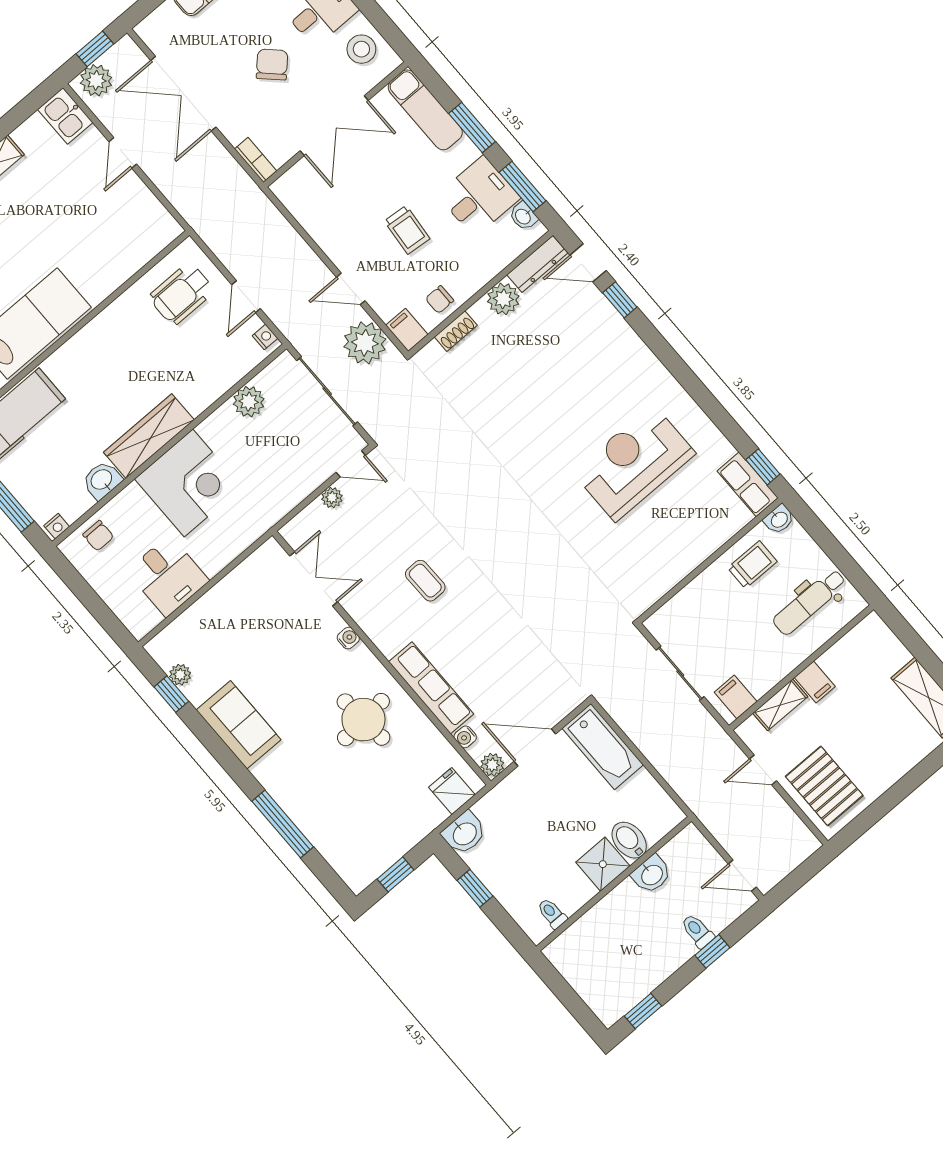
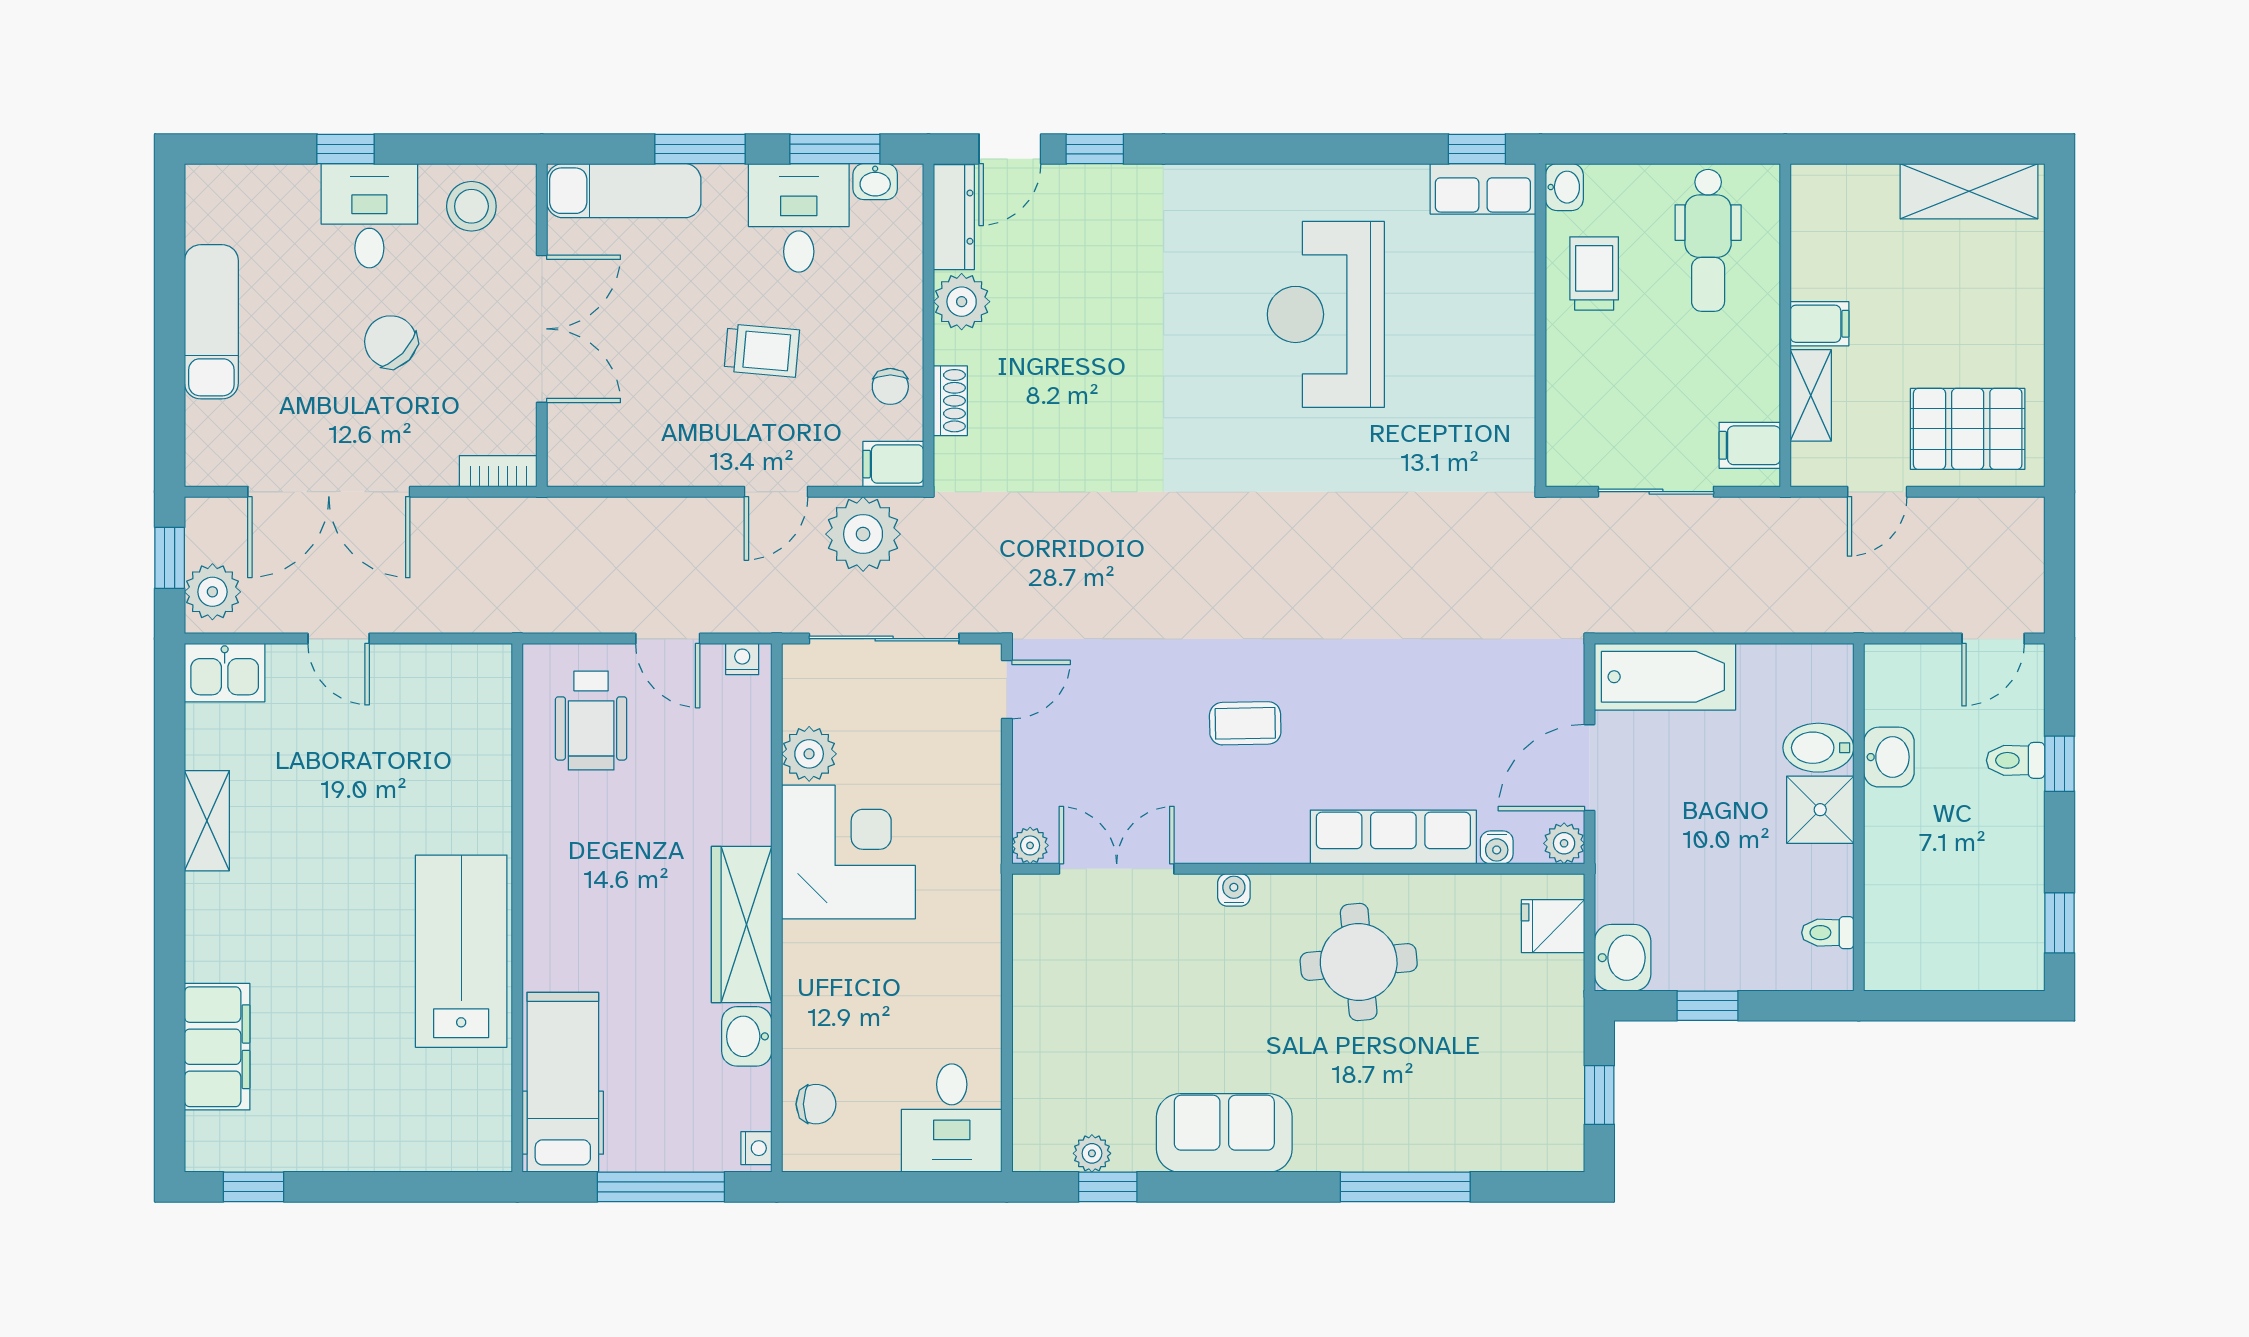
corner desk: (188, 483) -> (848, 852), moved
plant: (332, 498) -> (1030, 845), moved
desk: (168, 576) -> (952, 1118), moved, turned 90

